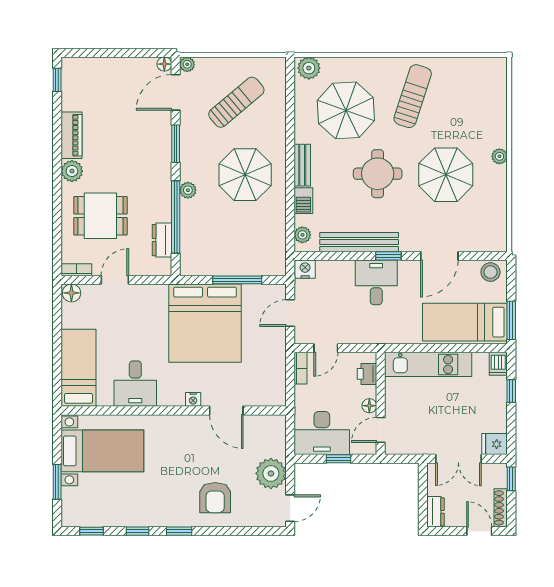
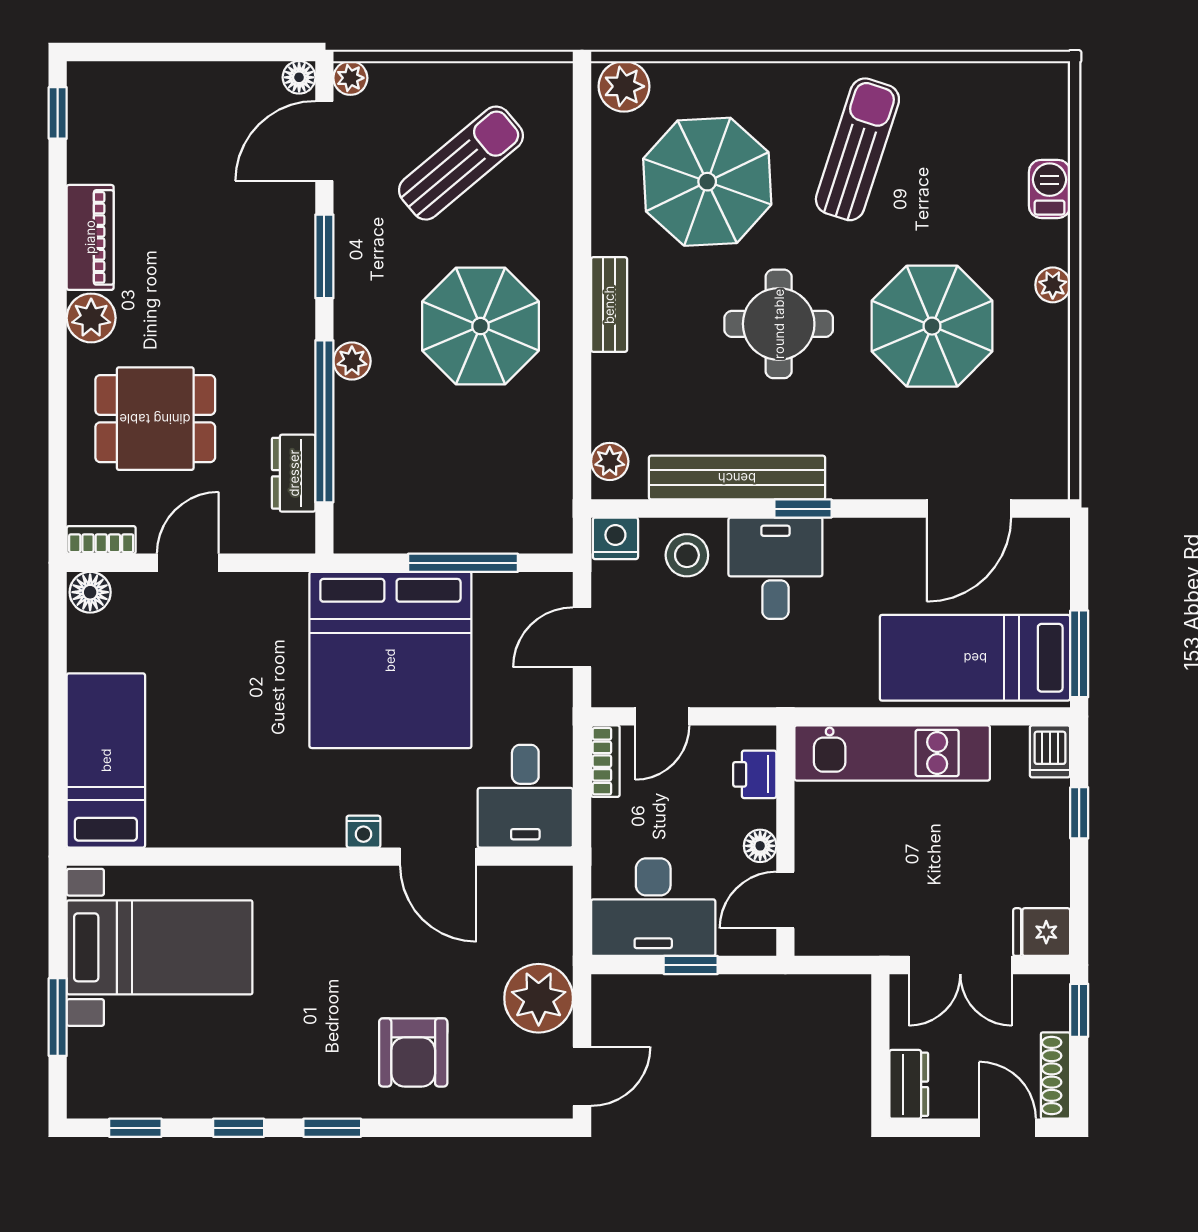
barbecue: (303, 201) -> (1050, 189), moved, turned 180
door: (439, 256) -> (969, 509), moved
stool: (490, 272) -> (687, 555), moved
desk: (135, 384) -> (525, 796), moved

